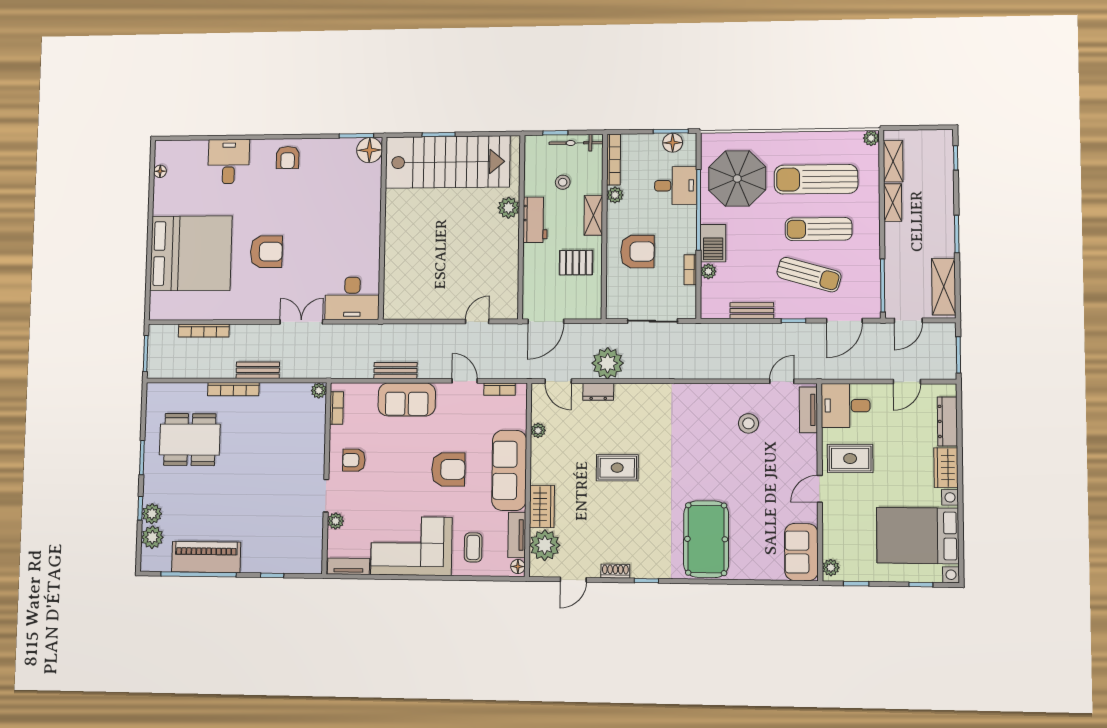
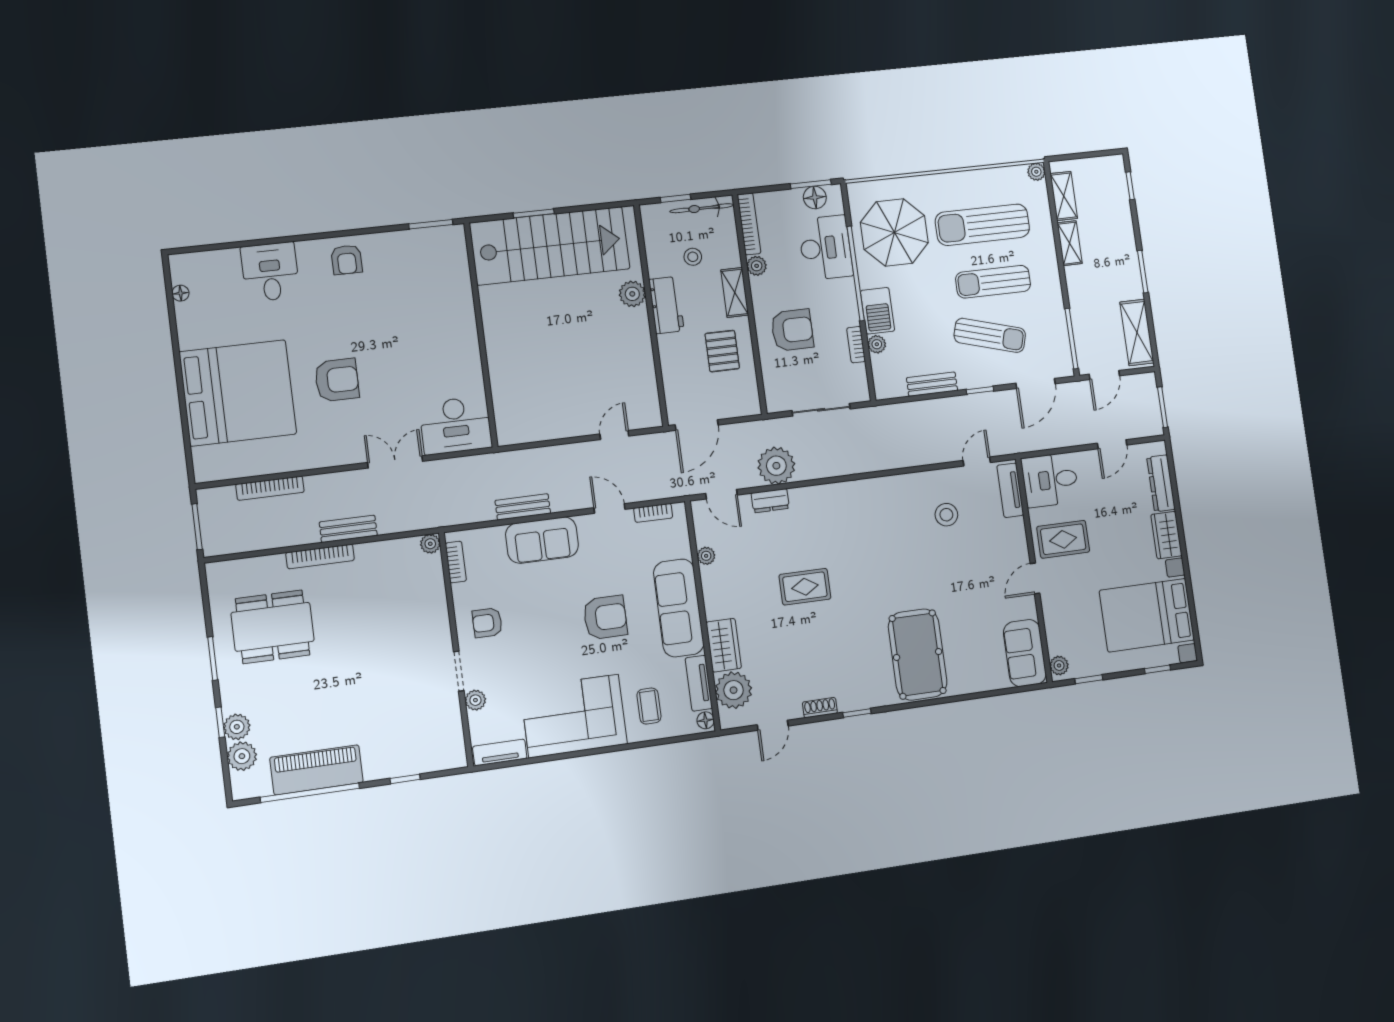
floor lamp: (370, 150) -> (450, 241), removed
desk: (676, 186) -> (825, 248), width x1.37
pallet: (576, 263) -> (722, 351), turned 90

